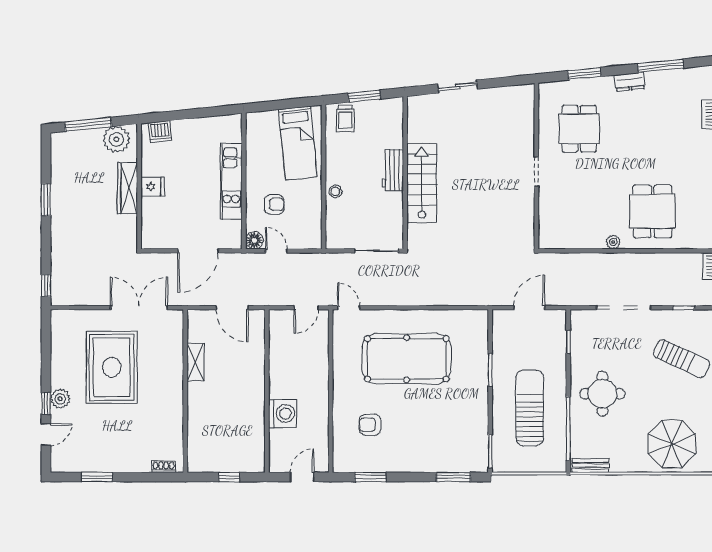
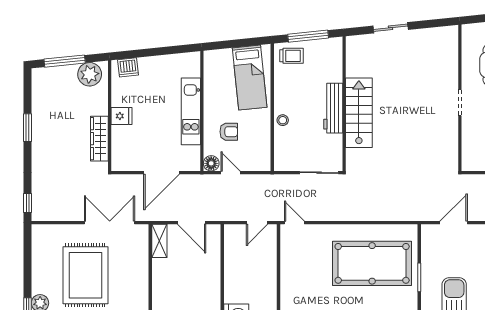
window: (364, 96) -> (308, 36), width x1.44
trolley: (345, 118) -> (291, 56), turned -90
workbench: (393, 170) -> (333, 108), width x1.38
wardrobe: (127, 188) -> (99, 139), moved
pool table: (407, 359) -> (372, 263), moved
shelving: (196, 362) -> (159, 241), moved

